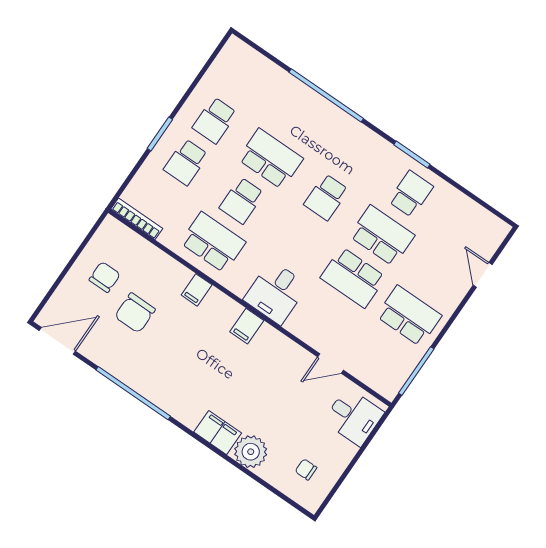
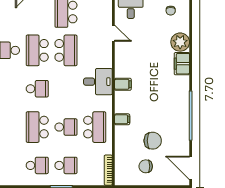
school desk: (213, 242) -> (95, 127), turned 180

